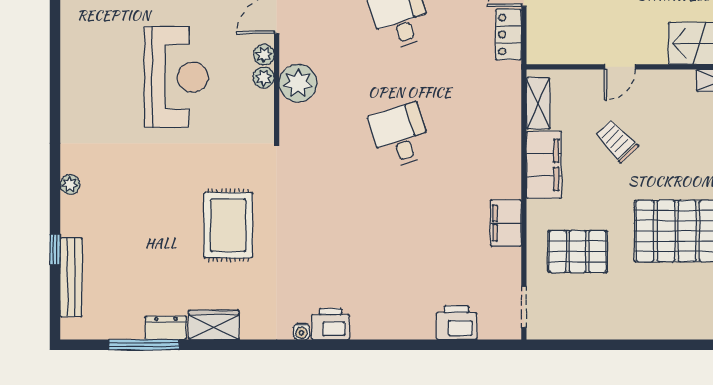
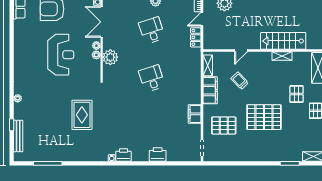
printer: (457, 323) -> (158, 154), moved
wardrobe: (214, 325) -> (76, 155), removed
dresser: (166, 328) -> (57, 157), removed

